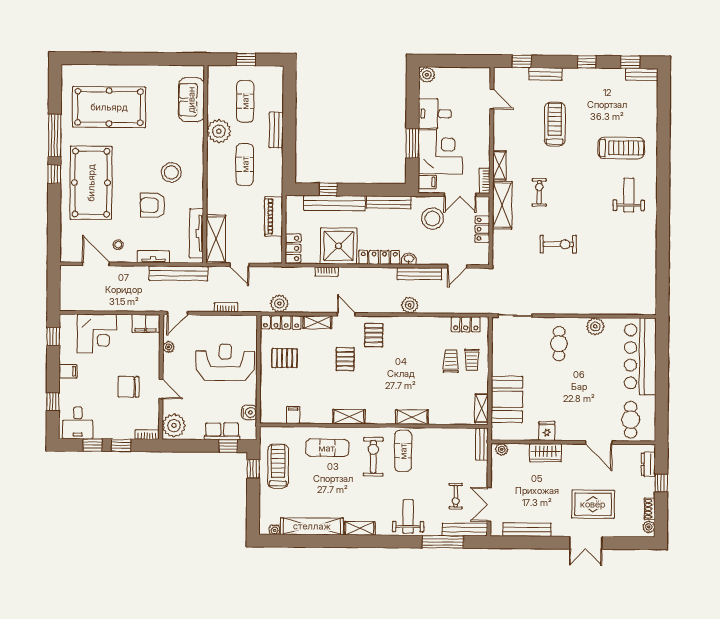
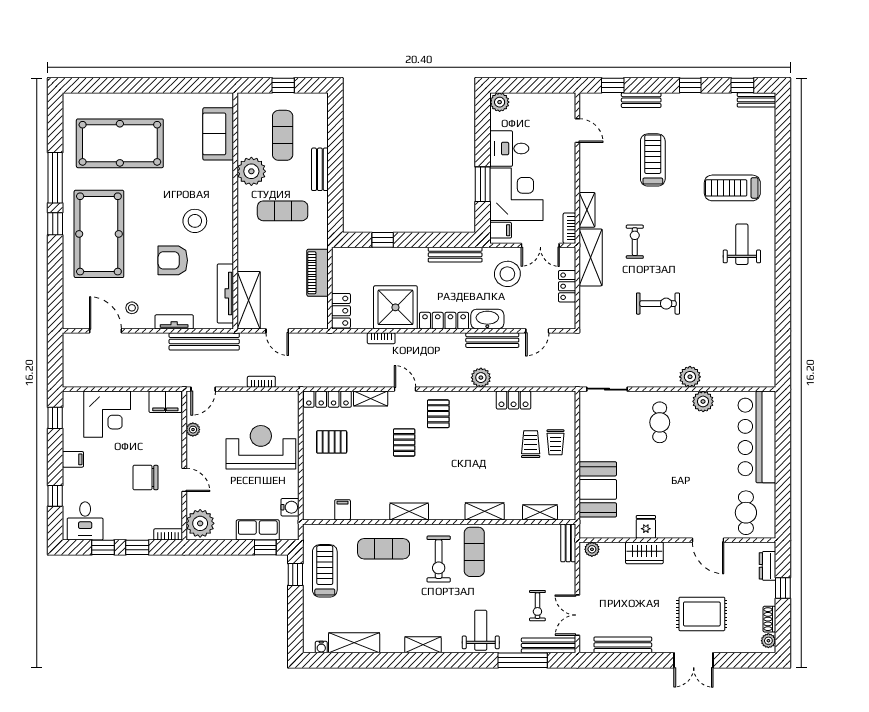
treadmill: (621, 148) -> (732, 188), turned 180
exercise mat: (245, 164) -> (283, 211), turned 90
bench: (334, 203) -> (390, 256), removed
washbasin: (409, 259) -> (487, 319), width x1.91, depth x1.45
plant: (279, 304) -> (690, 377), moved
locker: (466, 324) -> (514, 400), moved
shelving: (482, 408) -> (540, 512), moved, turned 90
exercise bike: (373, 457) -> (439, 559), turned 180
shelving: (312, 526) -> (354, 643), width x0.68

